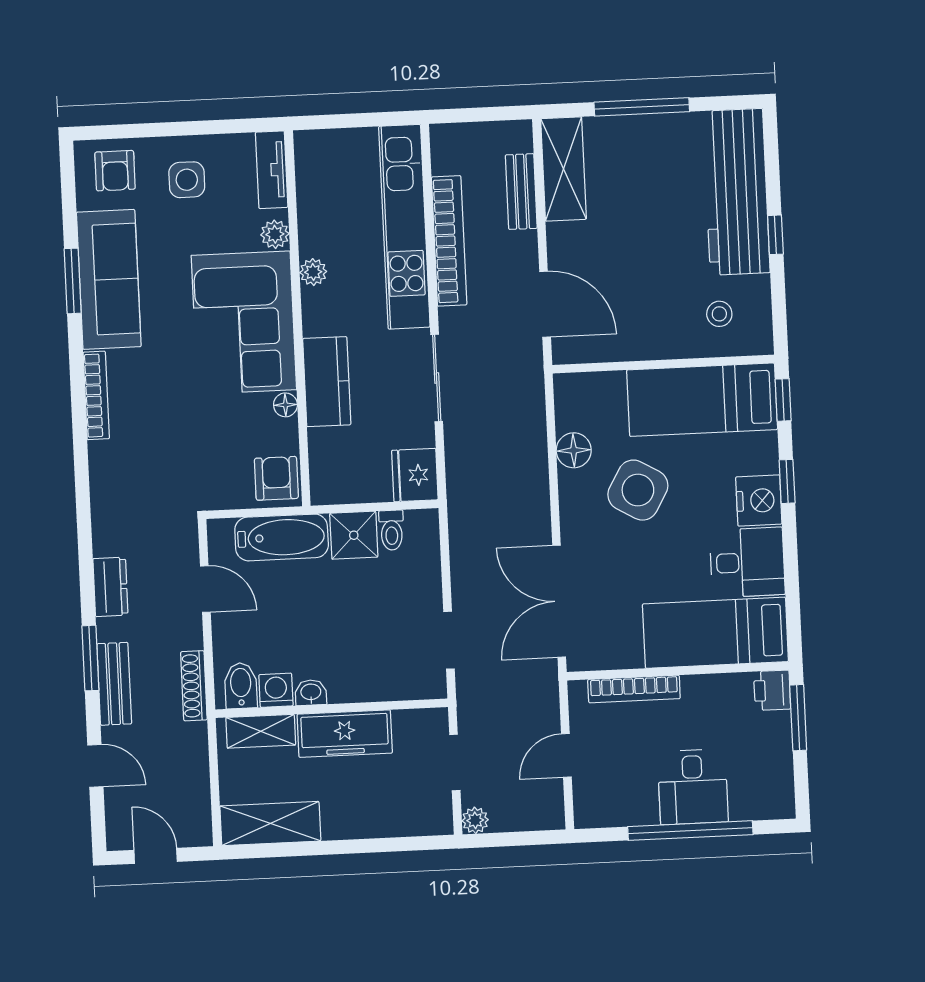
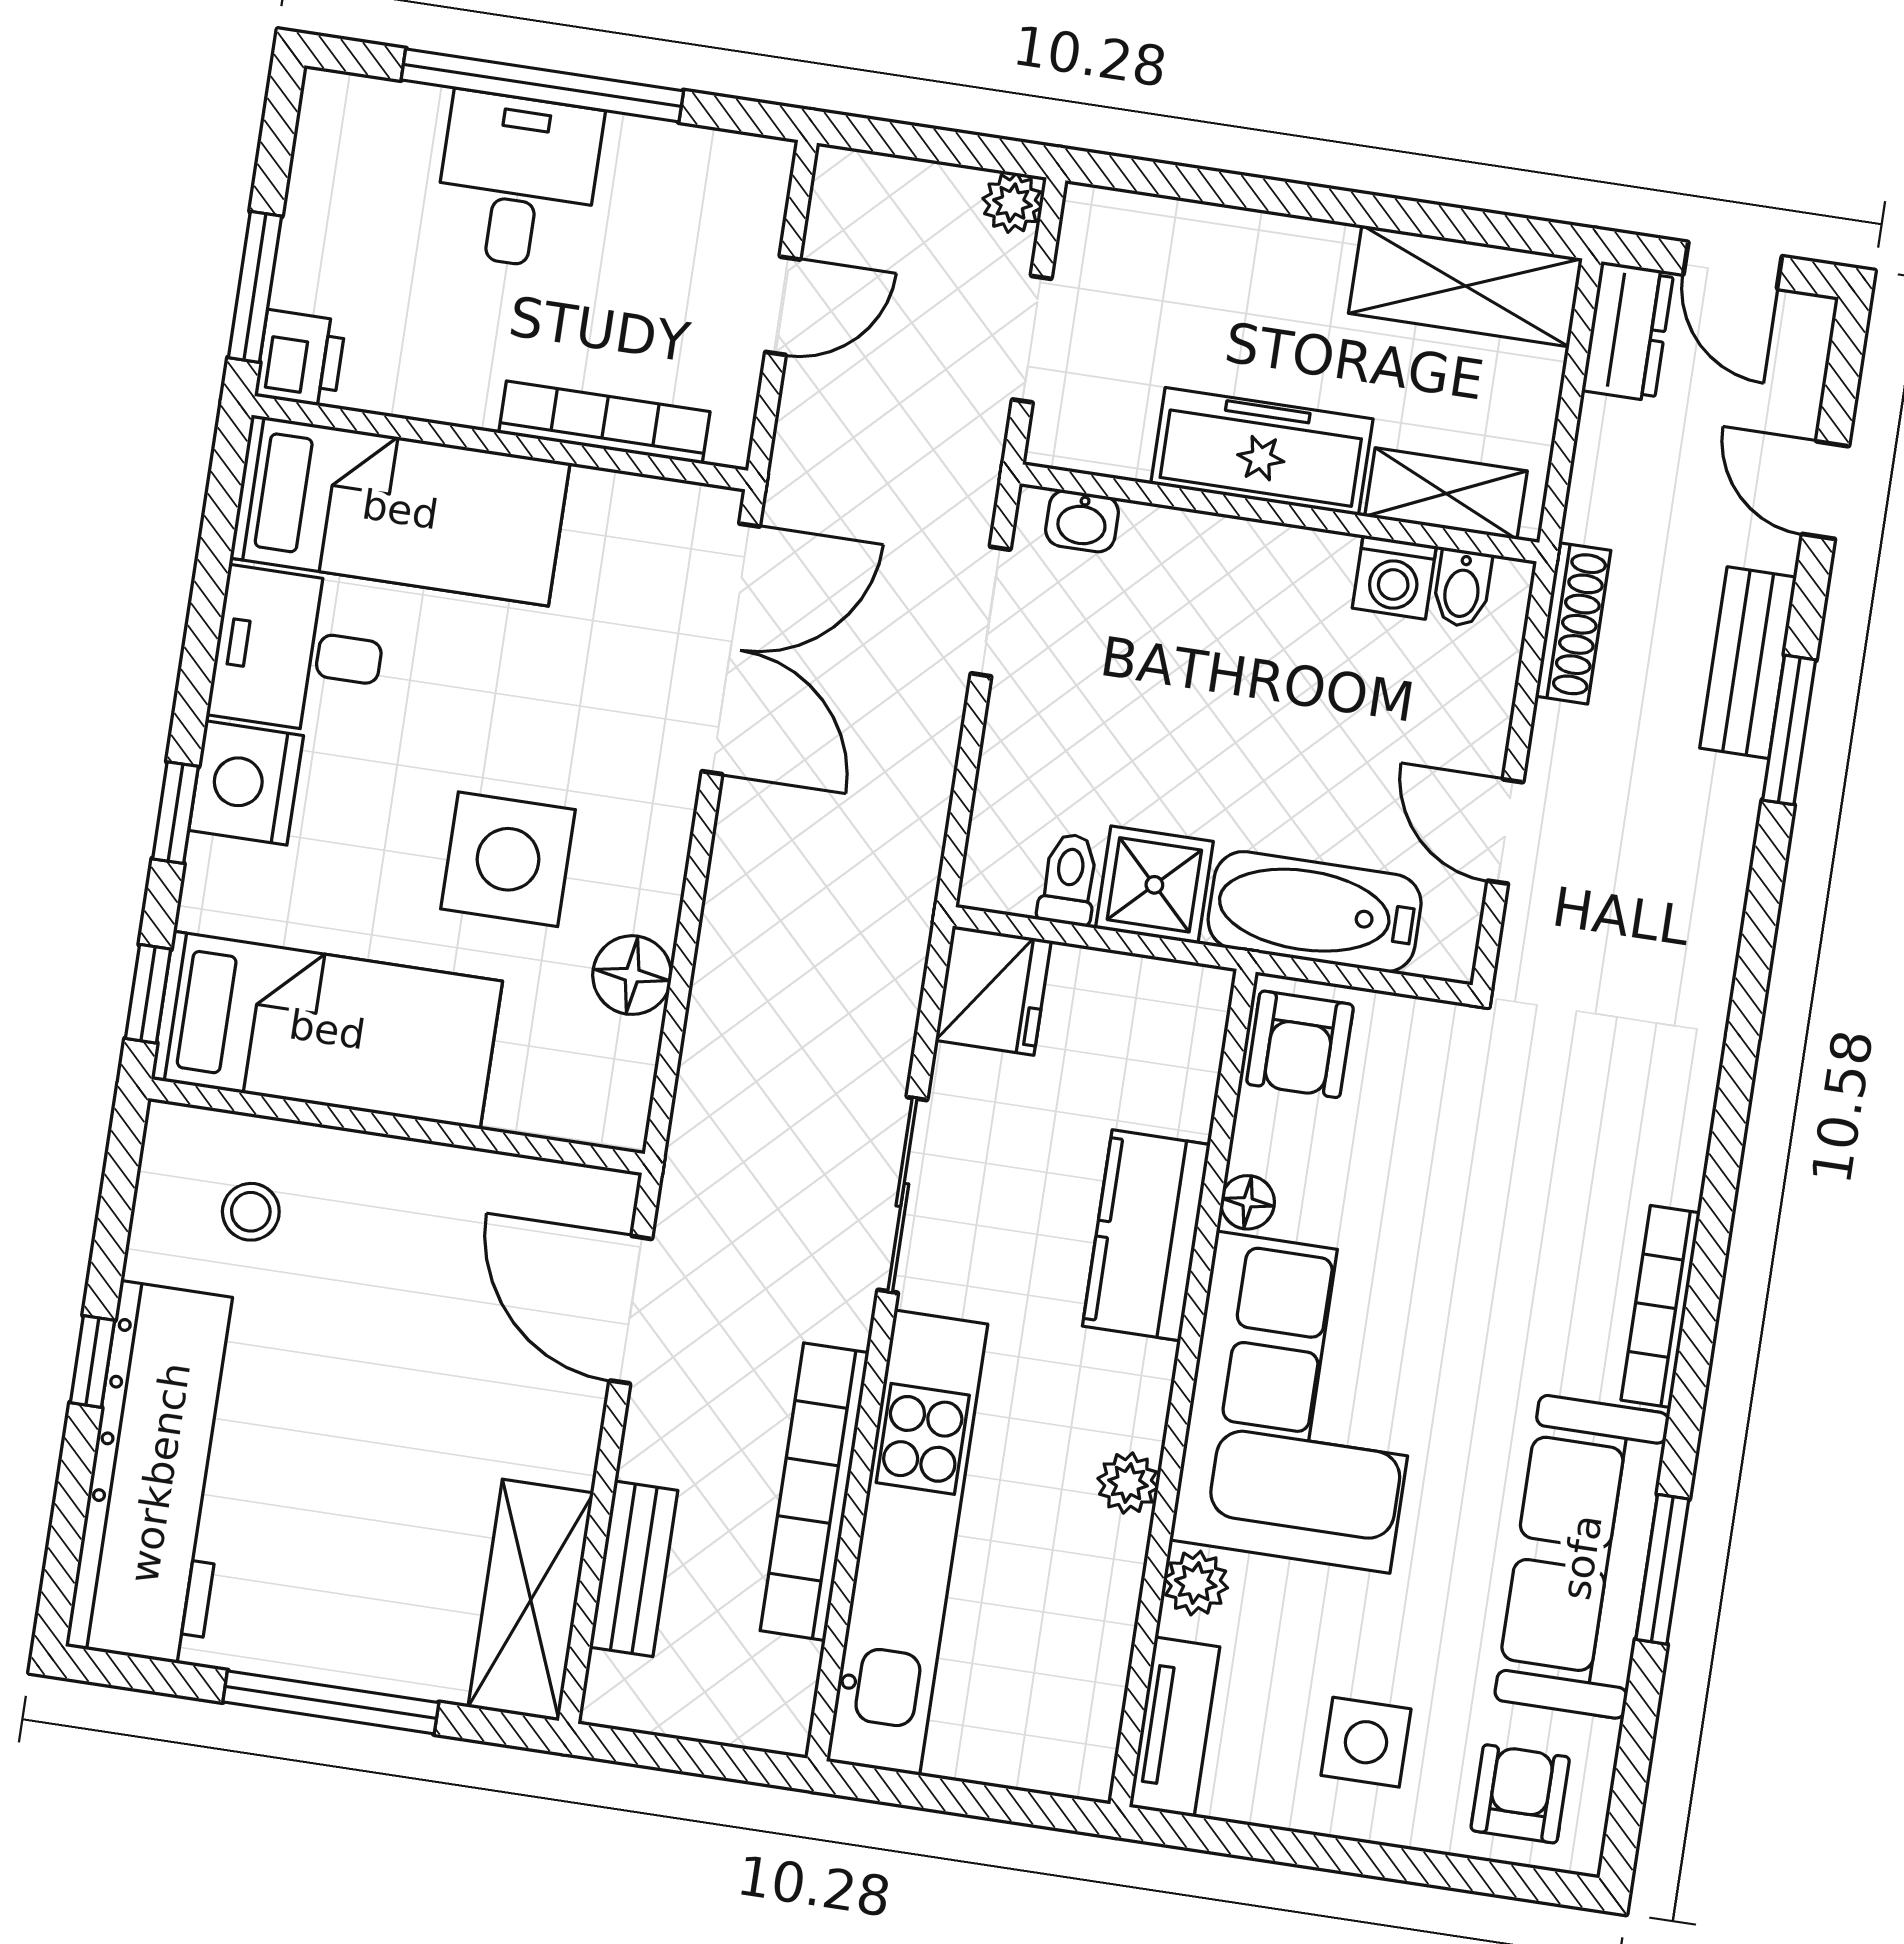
side table: (638, 490) -> (508, 859), turned -30
dresser: (110, 587) -> (1628, 331), moved, turned 180
bidet: (241, 686) -> (1462, 588), width x0.72, depth x0.74
washbasin: (311, 693) -> (1082, 521), moved

